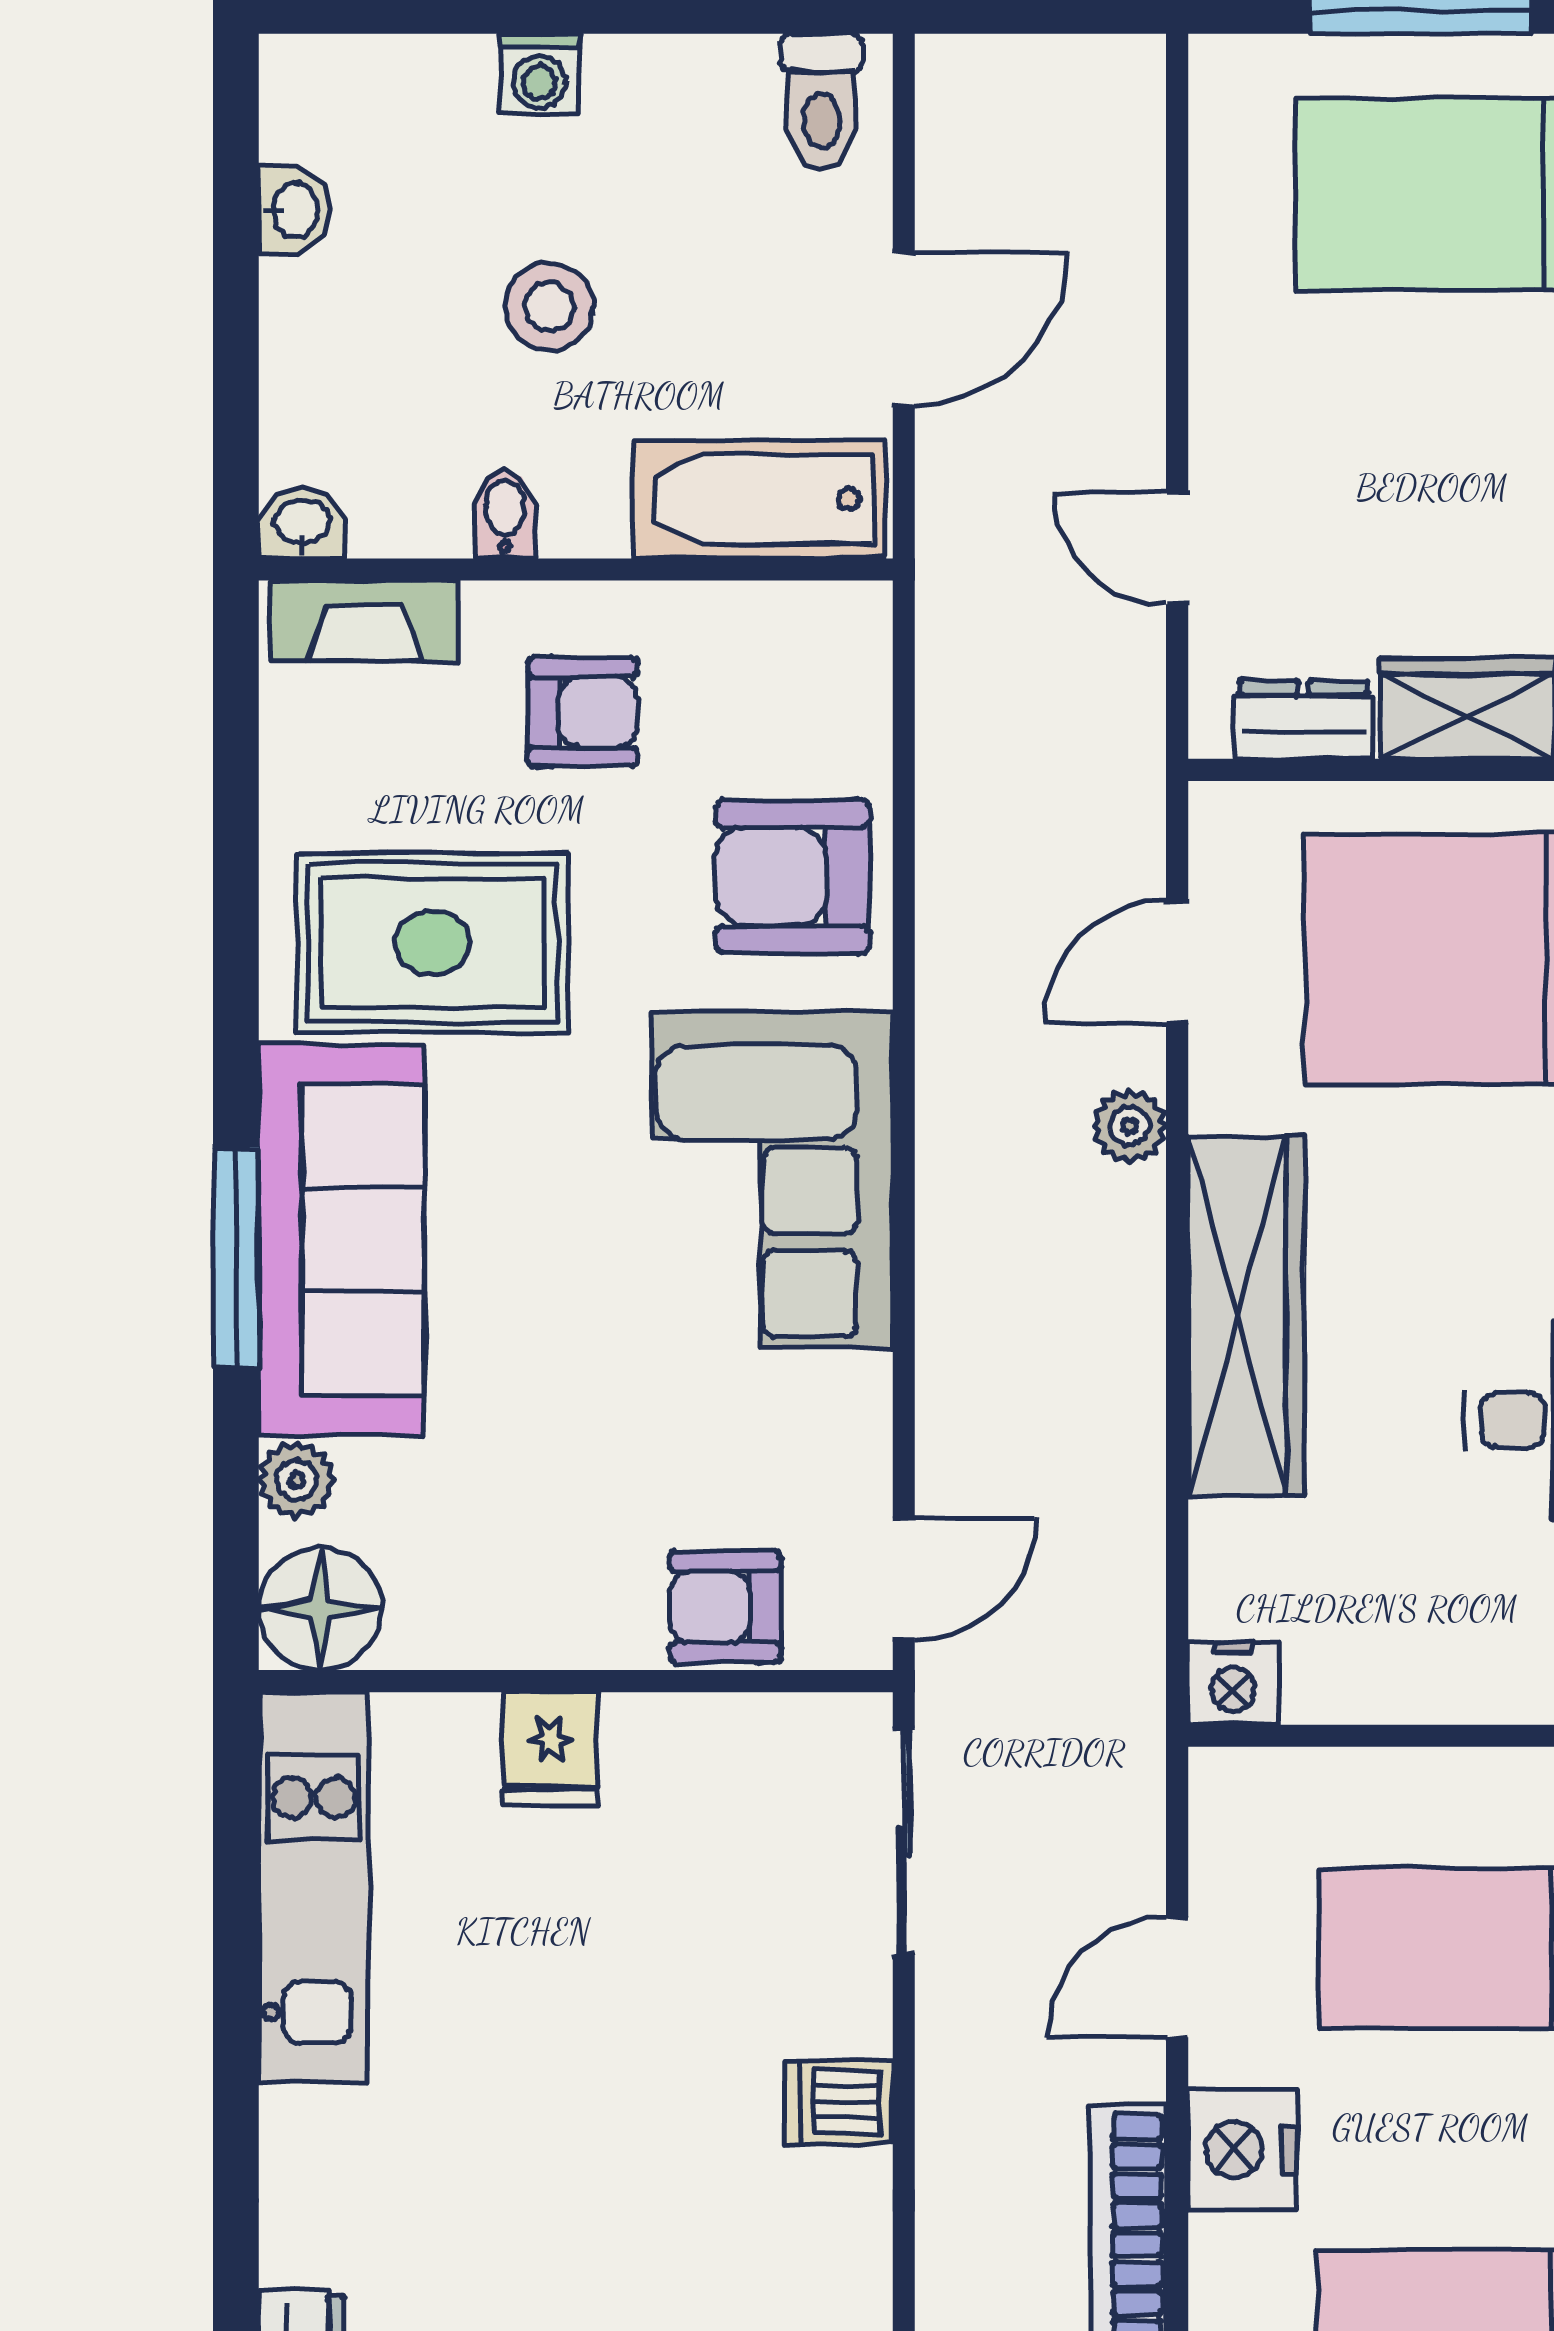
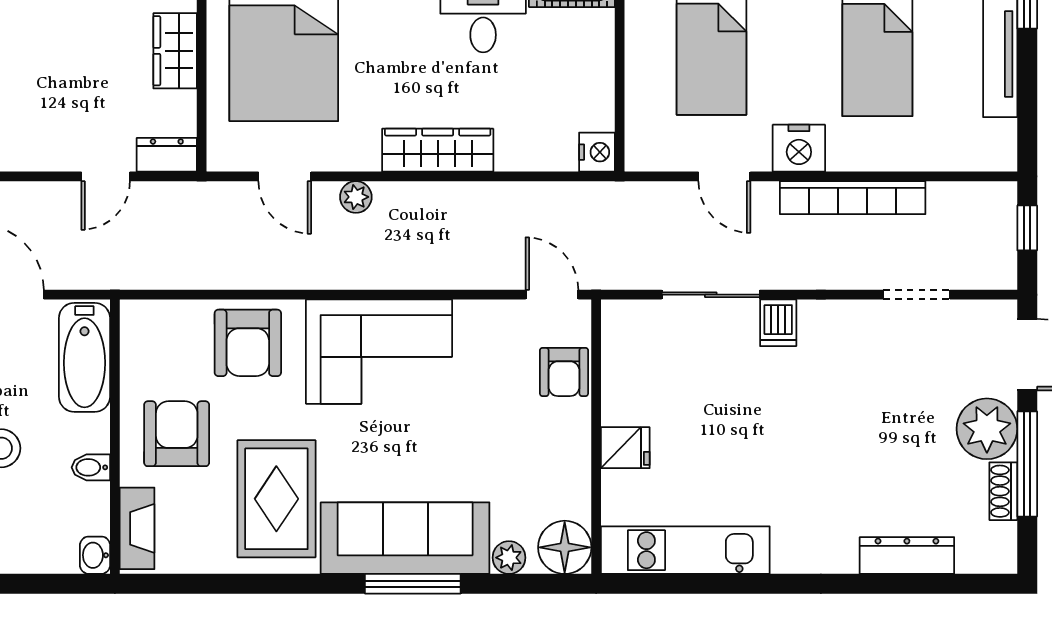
armchair: (583, 712) -> (177, 434), width x1.38, depth x1.38
dresser: (1304, 720) -> (167, 155), moved, turned 90
wardrobe: (1246, 1315) -> (438, 150), width x0.71, depth x0.85
sliding door: (904, 1842) -> (711, 295), moved

